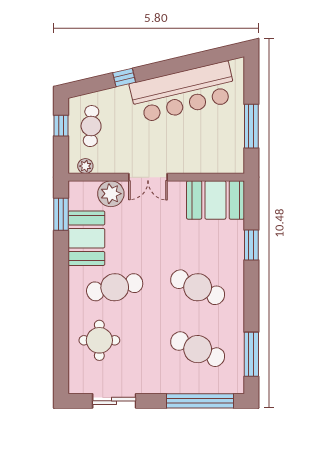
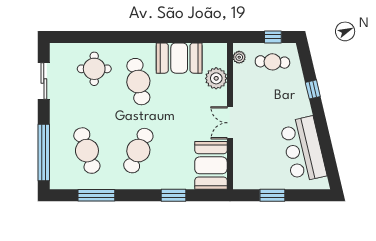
bar counter: (183, 92) -> (303, 149), width x0.73
window: (251, 126) -> (272, 195), width x0.69
double door: (148, 177) -> (230, 123), moved
window: (61, 214) -> (199, 37), removed
cafe table: (198, 349) -> (87, 151), turned -42
window: (251, 354) -> (96, 195), moved

